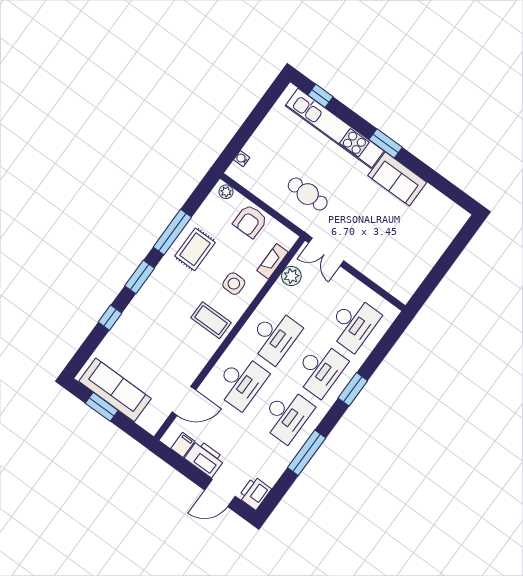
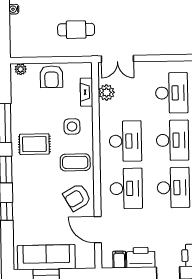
water cooler: (242, 159) -> (14, 9), moved
rug: (195, 249) -> (34, 144), moved, turned 90
armchair: (188, 355) -> (77, 197), added
door: (184, 401) -> (98, 230), swing flipped

